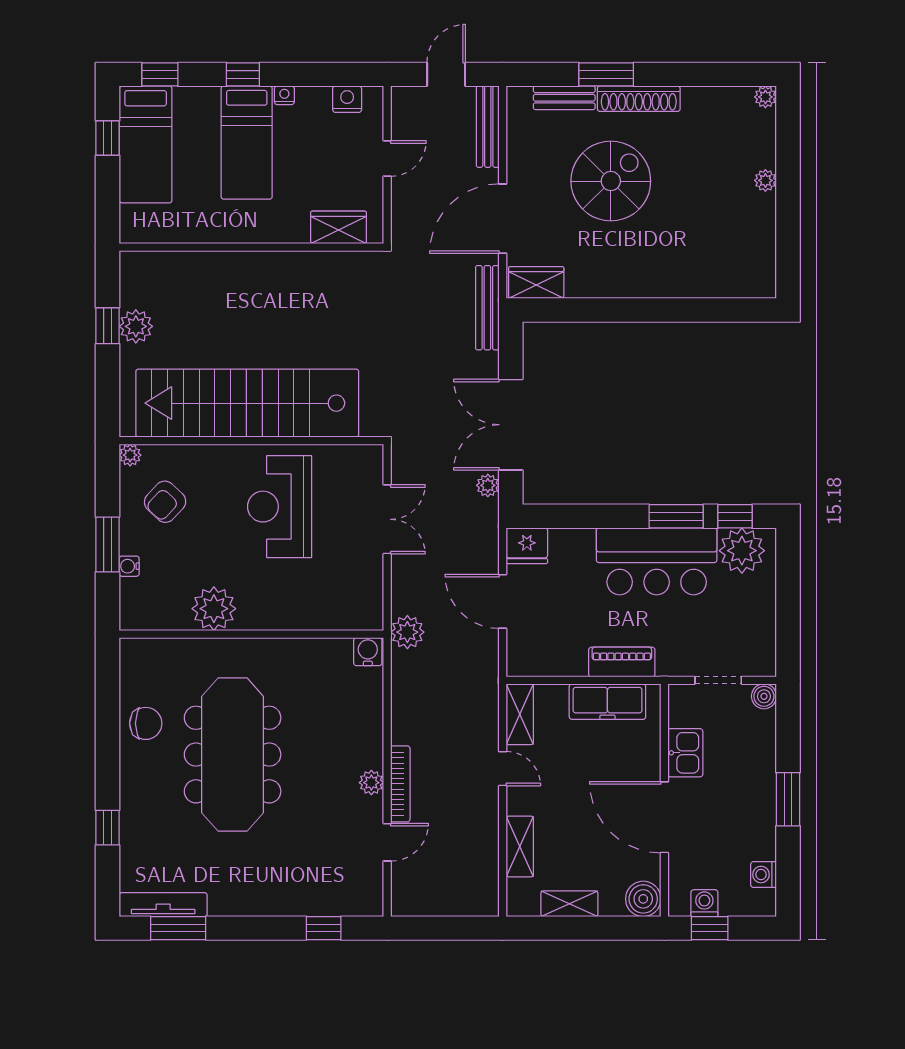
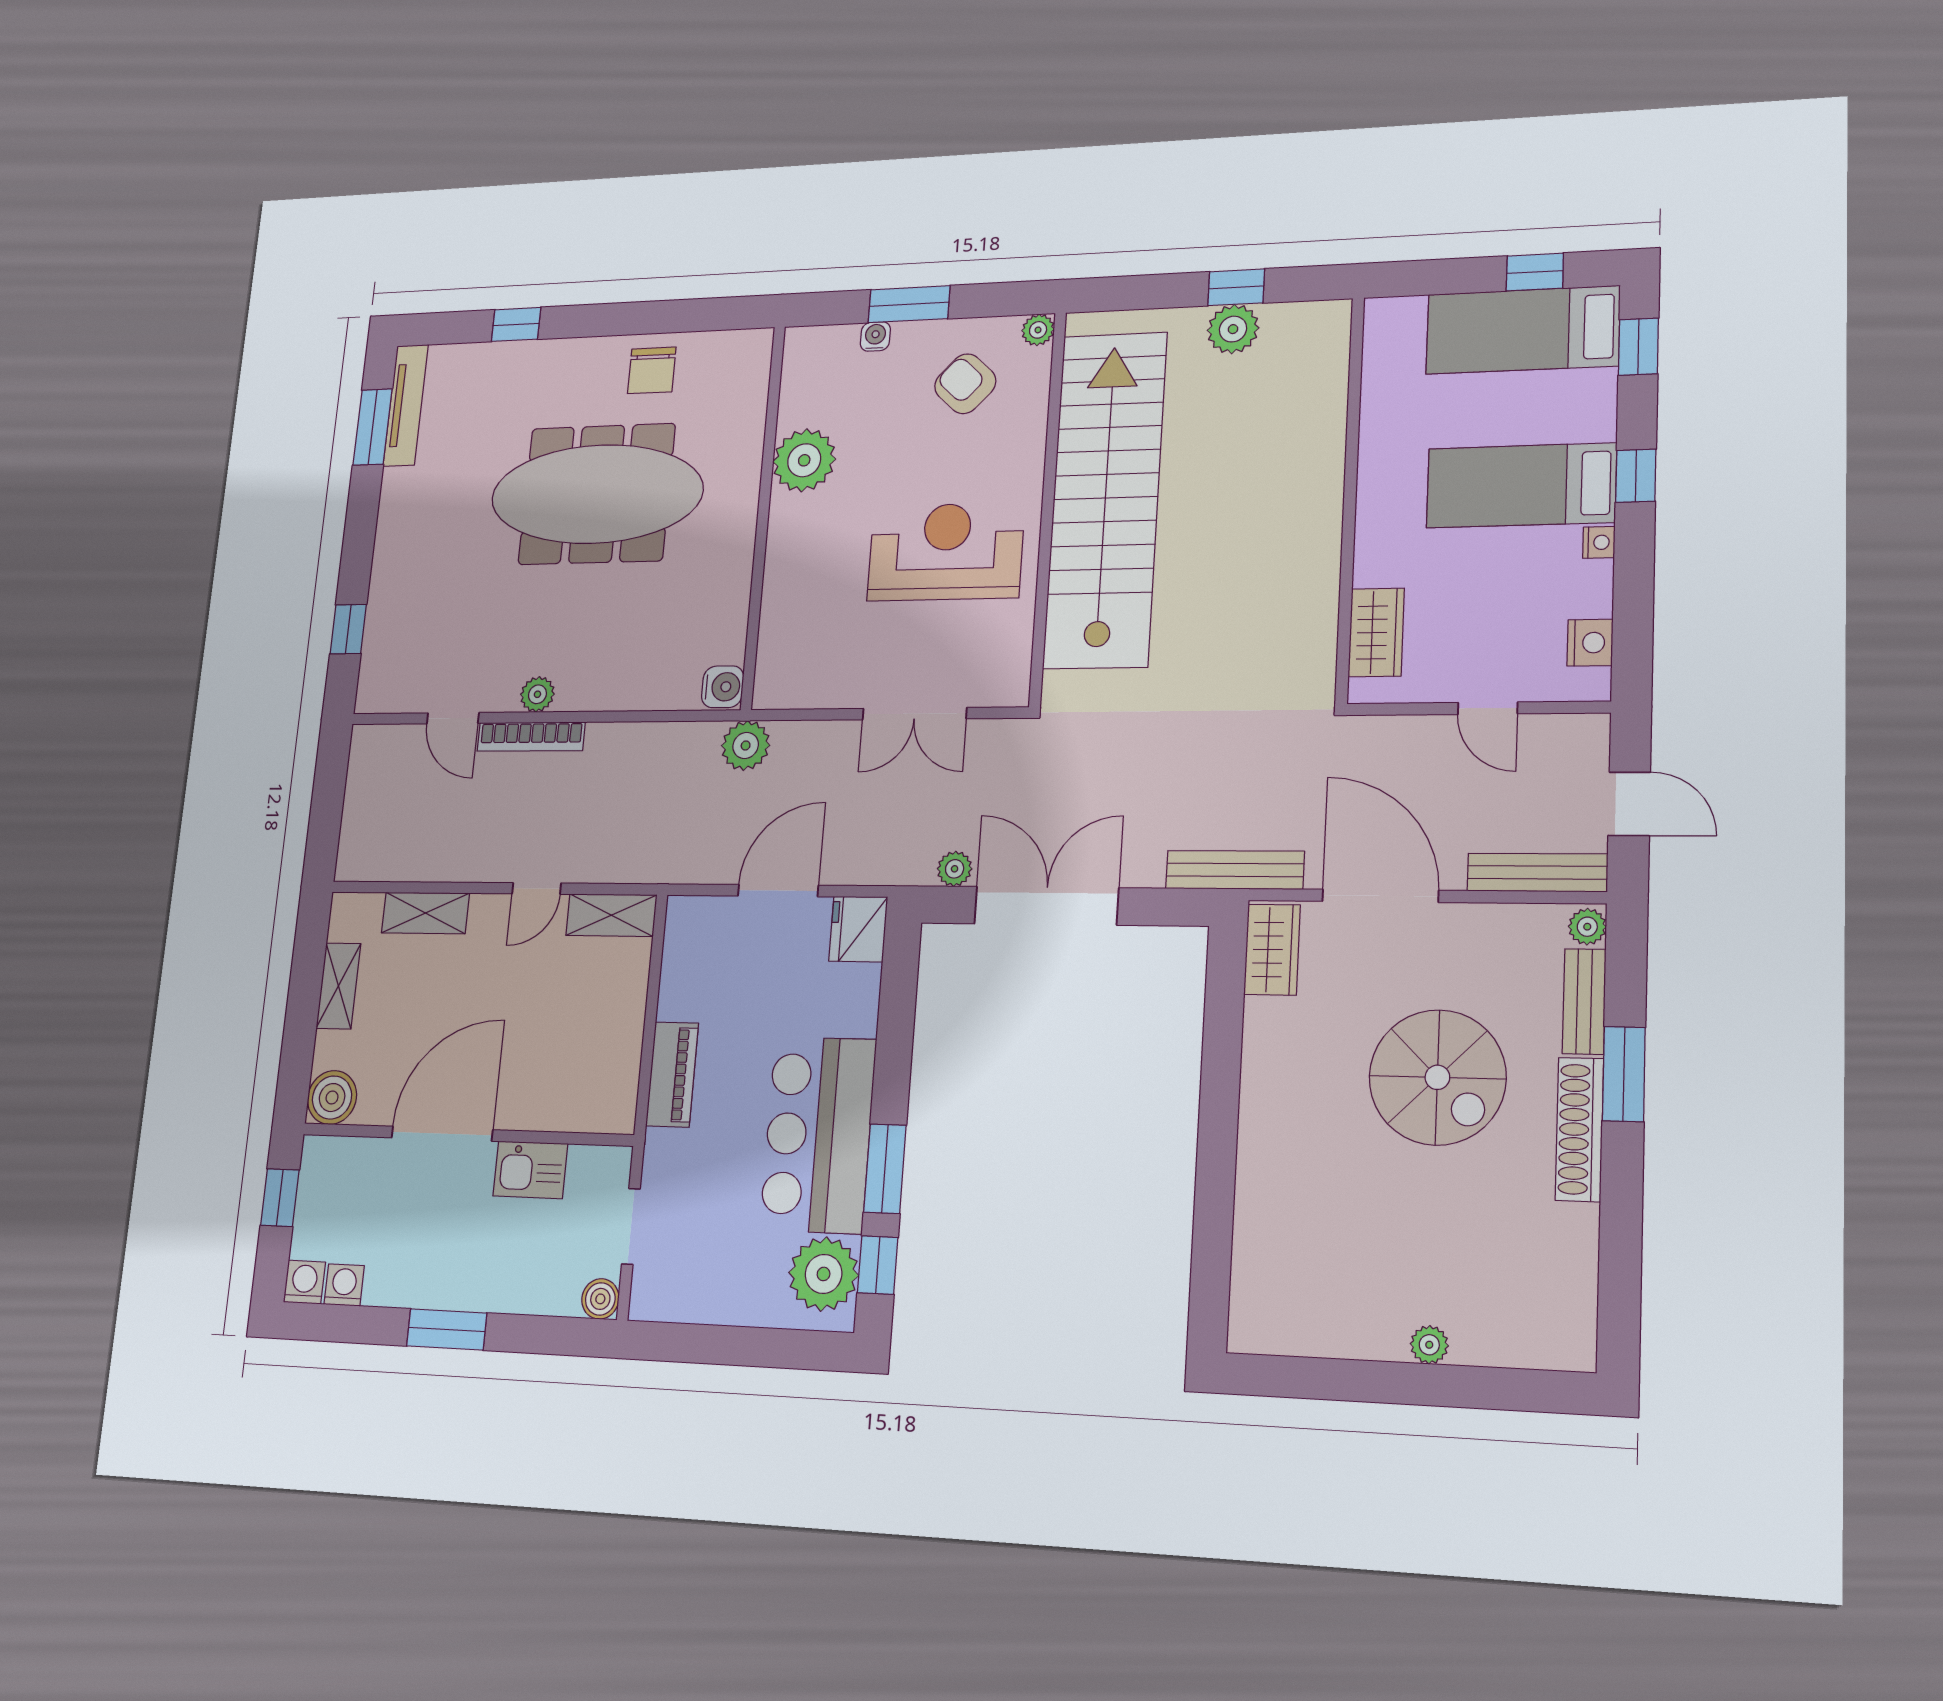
plant: (765, 97) -> (1587, 927), moved
freezer: (607, 702) -> (616, 1050), removed
washing machine: (704, 903) -> (304, 1282), moved, turned -90

